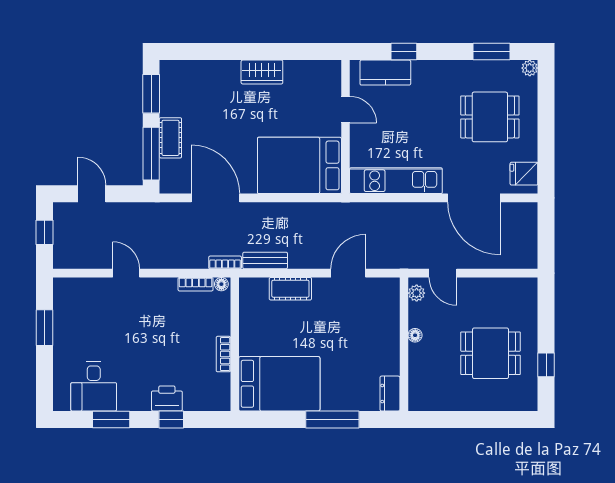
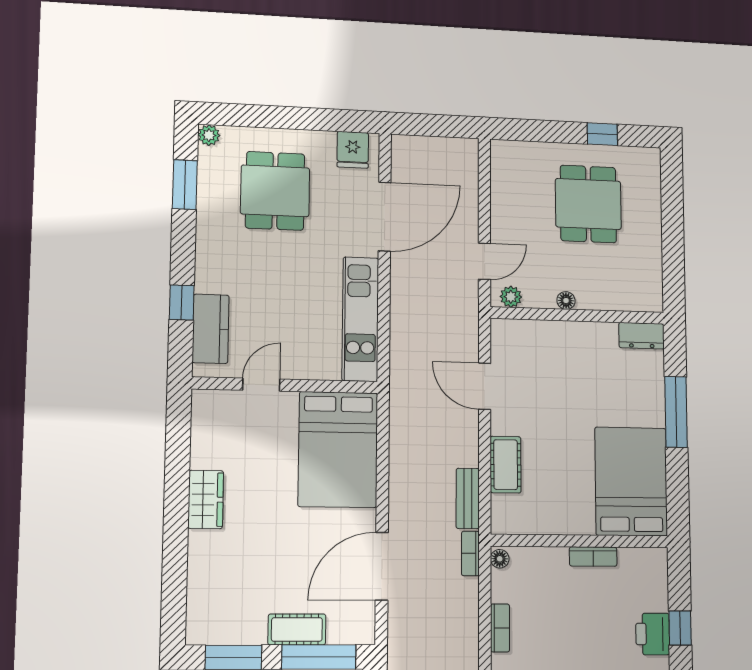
bookcase: (196, 284) -> (500, 628), moved

